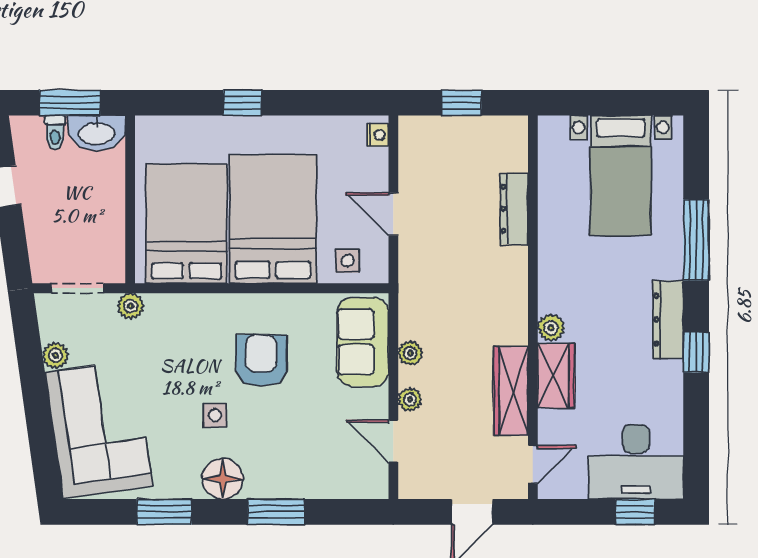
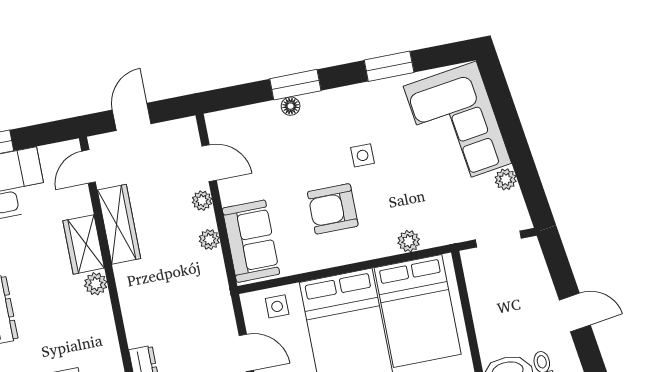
plant: (131, 306) -> (409, 241), moved
armchair: (261, 360) -> (333, 209), turned 90
floor lamp: (223, 479) -> (291, 106), moved, width x0.53, depth x0.53

